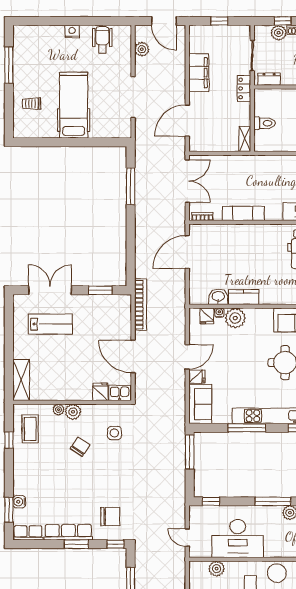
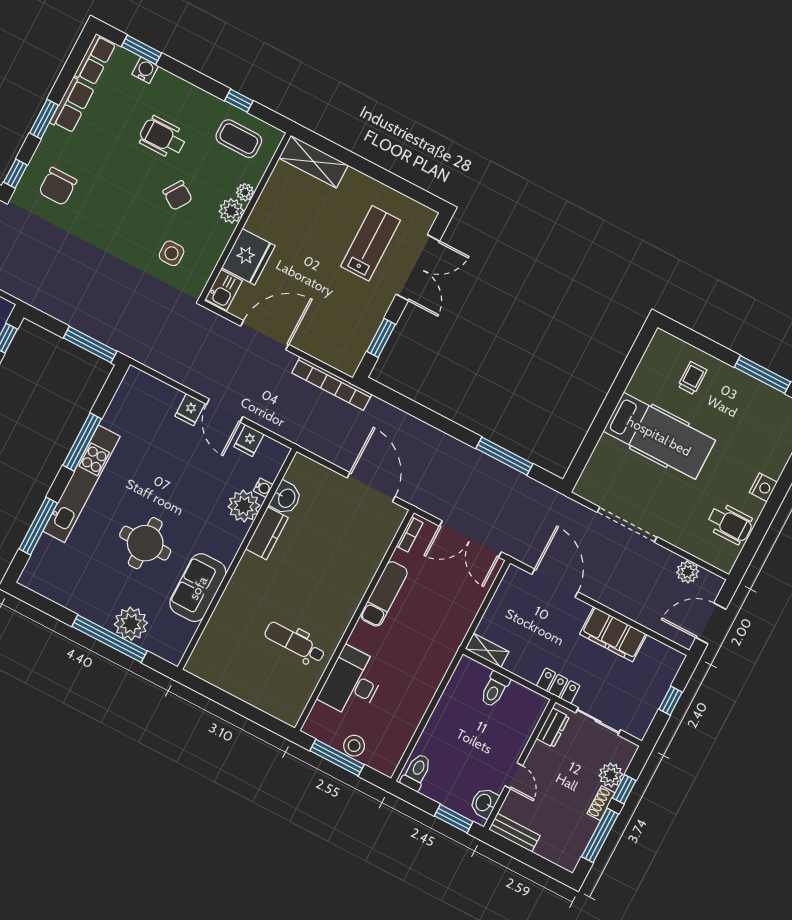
fridge: (207, 316) -> (249, 440), moved, turned -90
lab bench: (50, 324) -> (371, 243), turned 180
fridge: (100, 392) -> (248, 257), width x1.88, depth x1.34
sofa: (200, 404) -> (149, 394), removed
wheelchair: (52, 472) -> (162, 137), added
row of seats: (68, 532) -> (72, 105), width x0.68

